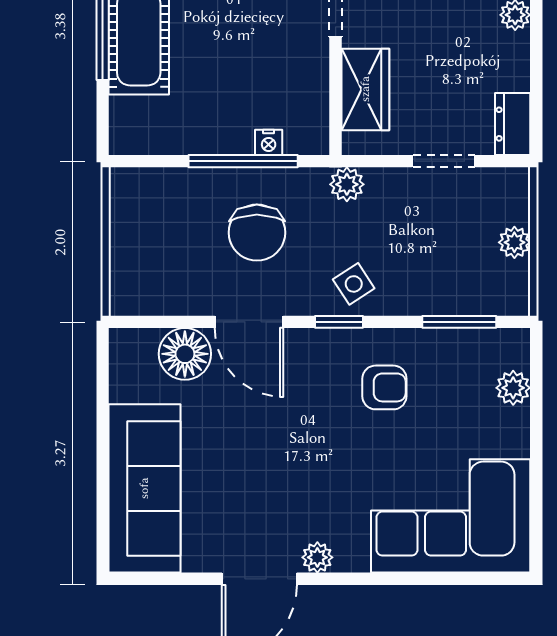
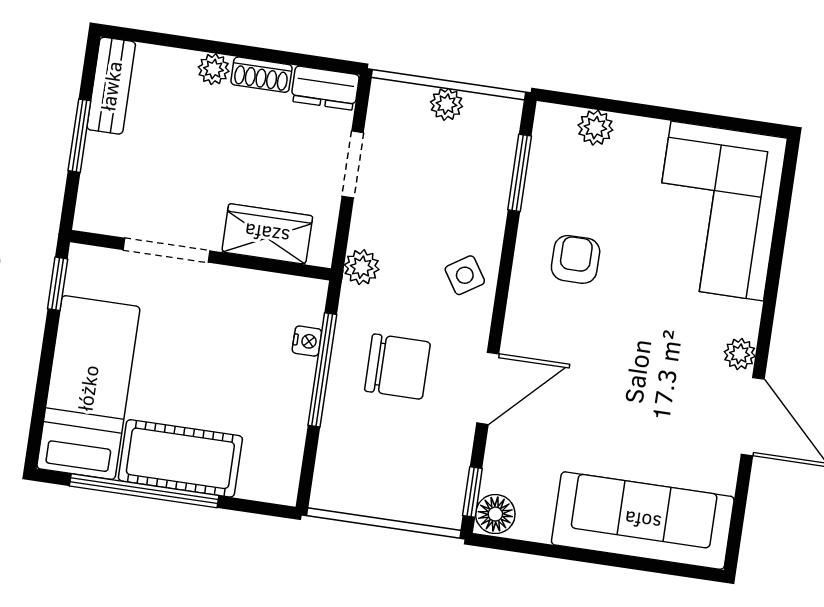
shoe rack: (517, 61) -> (261, 75), added
window: (339, 322) -> (472, 492), moved
floor lamp: (185, 354) -> (495, 514), moved, width x0.73, depth x0.73

